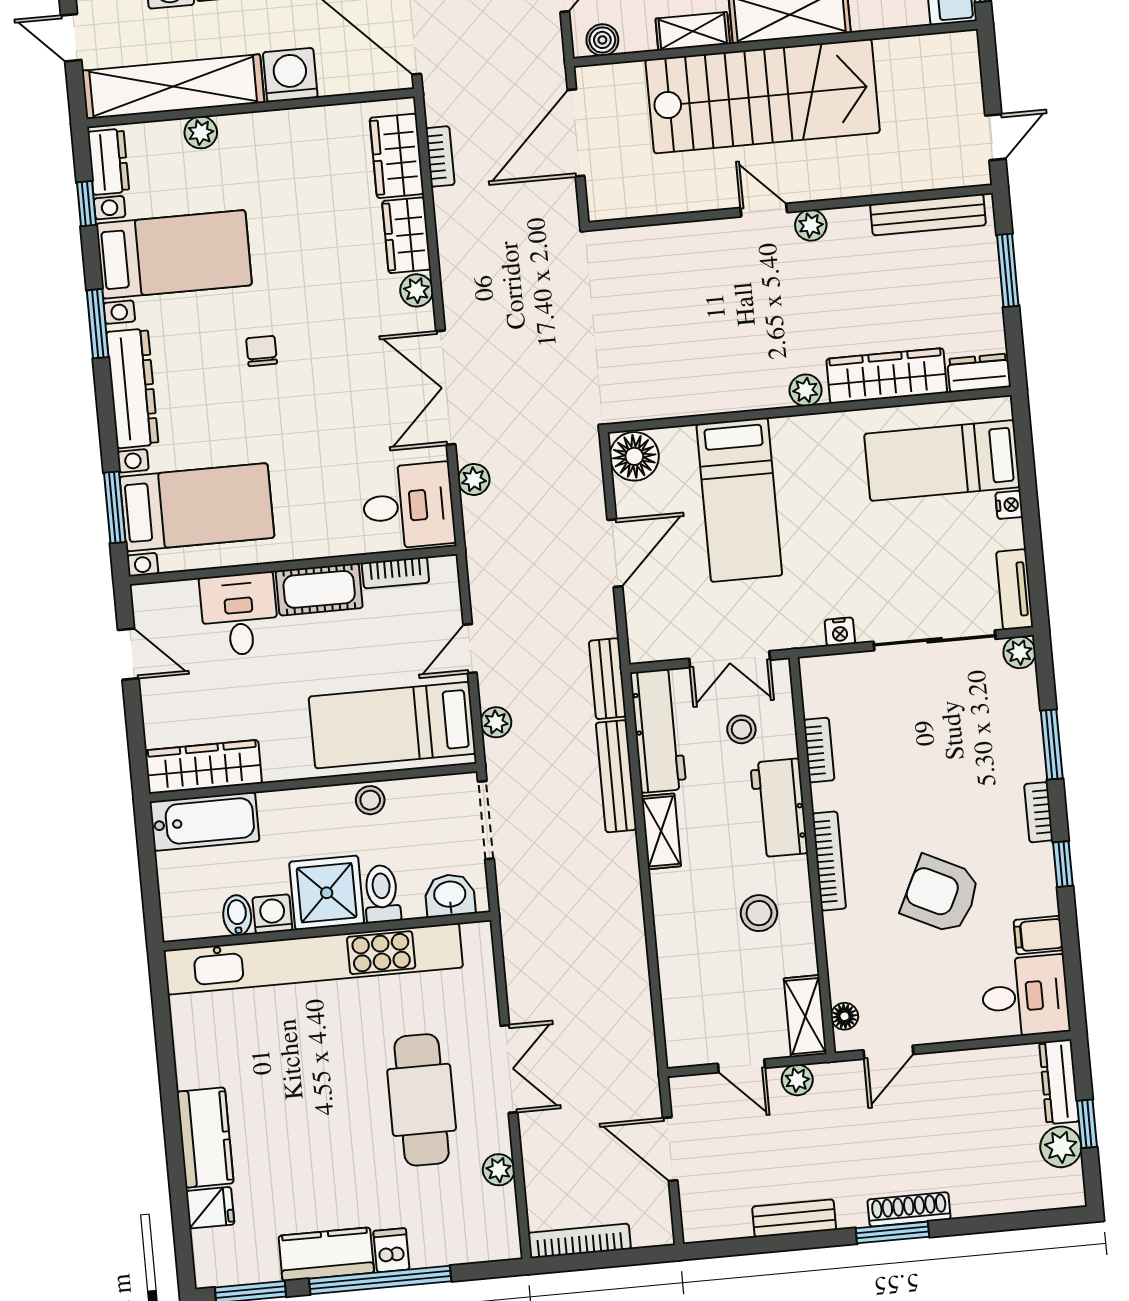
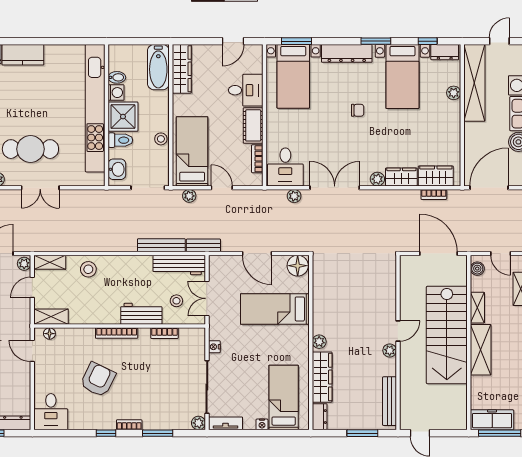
washing machine: (290, 75) -> (475, 133), removed
shelving: (661, 831) -> (50, 262), moved
stool: (759, 913) -> (88, 269), moved
filing cabinet: (1038, 935) -> (76, 420), removed
plant: (797, 1080) -> (24, 264), moved

